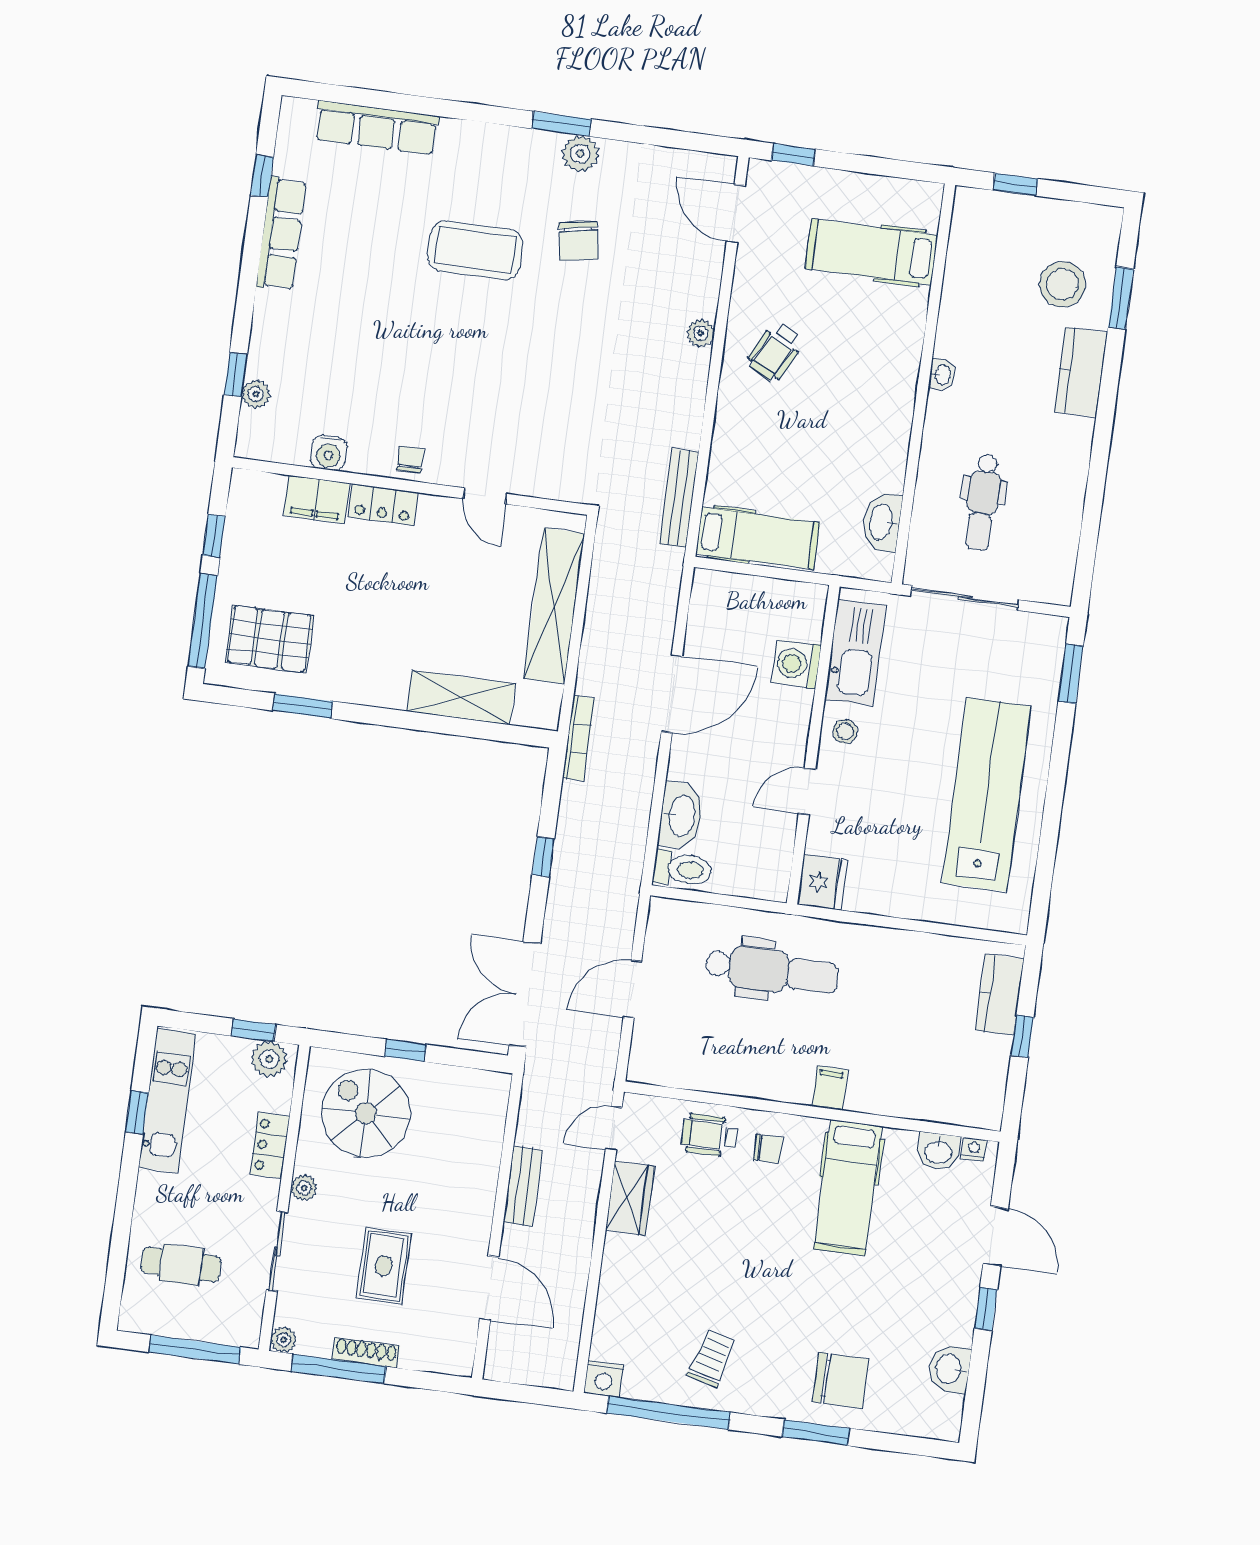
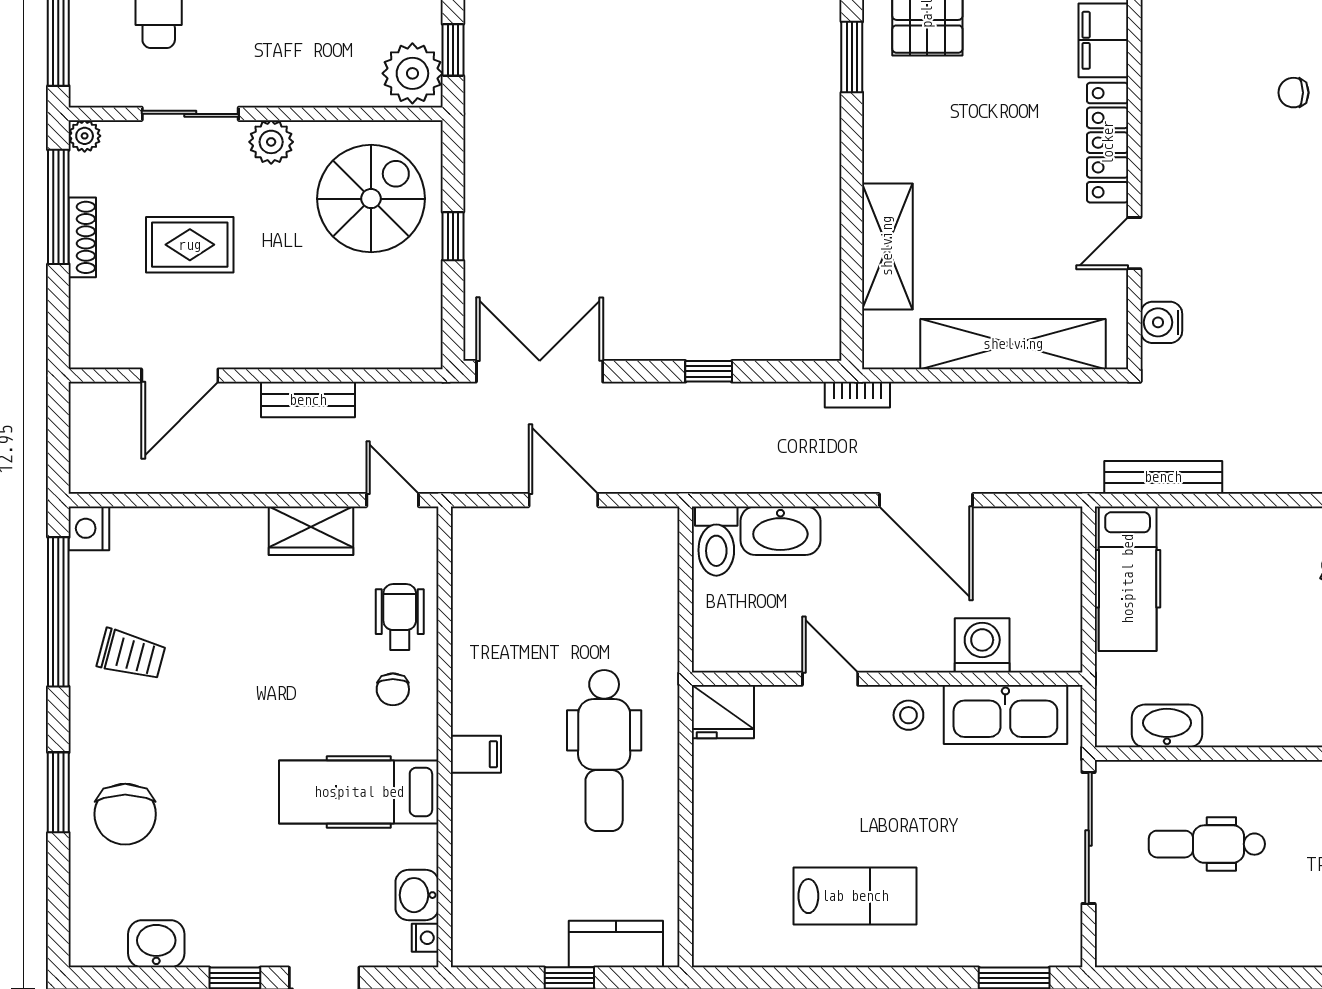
water cooler: (329, 453) -> (1161, 322), moved
chair: (410, 459) -> (1294, 93), moved, turned 180
locker: (383, 505) -> (1108, 143), width x1.53
bookcase: (578, 738) -> (857, 395), width x0.64
lab bench: (987, 795) -> (855, 896), width x0.54, depth x0.72
dental chair: (772, 971) -> (604, 751), moved
plant: (269, 1059) -> (412, 73), width x1.36, depth x1.36
locker: (270, 1145) -> (317, 88), removed
plant: (304, 1188) -> (271, 142), width x1.38, depth x1.38

